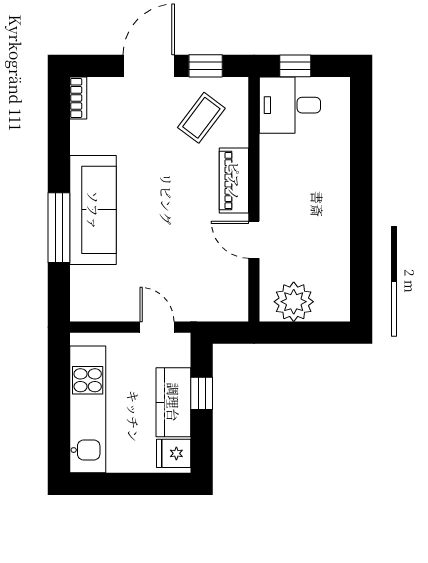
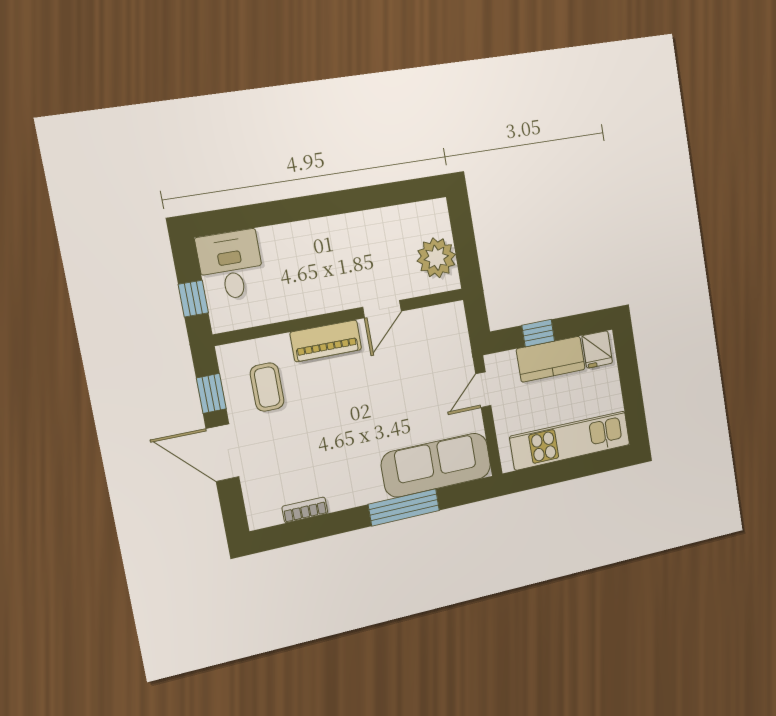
bookcase: (78, 98) -> (305, 510), moved
desk: (290, 105) -> (231, 265), moved, turned 180
coffee table: (201, 118) -> (267, 387), turned 53
sofa: (93, 210) -> (436, 465), moved

